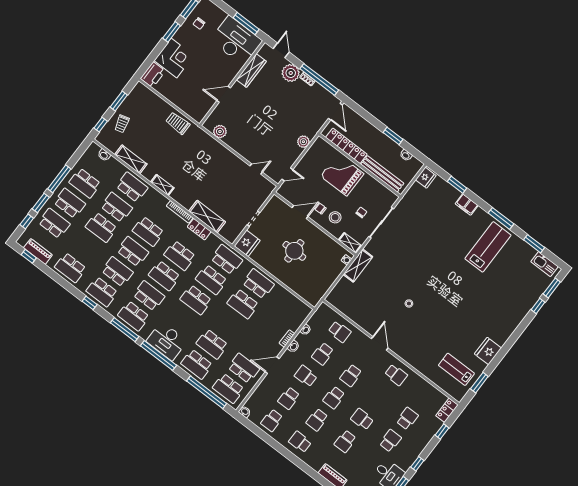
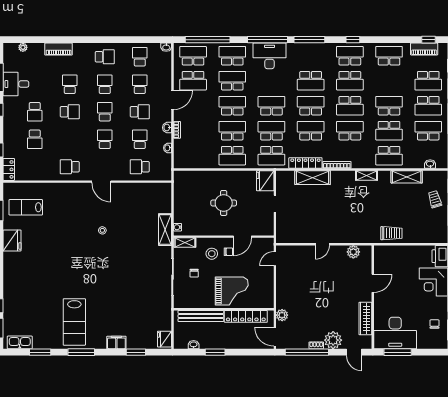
plant: (303, 142) -> (282, 315), moved
door: (256, 169) -> (322, 244), moved
locker: (199, 229) -> (305, 163), width x1.53
school desk: (134, 316) -> (232, 106), moved
lab bench: (456, 369) -> (26, 207), turned 180

